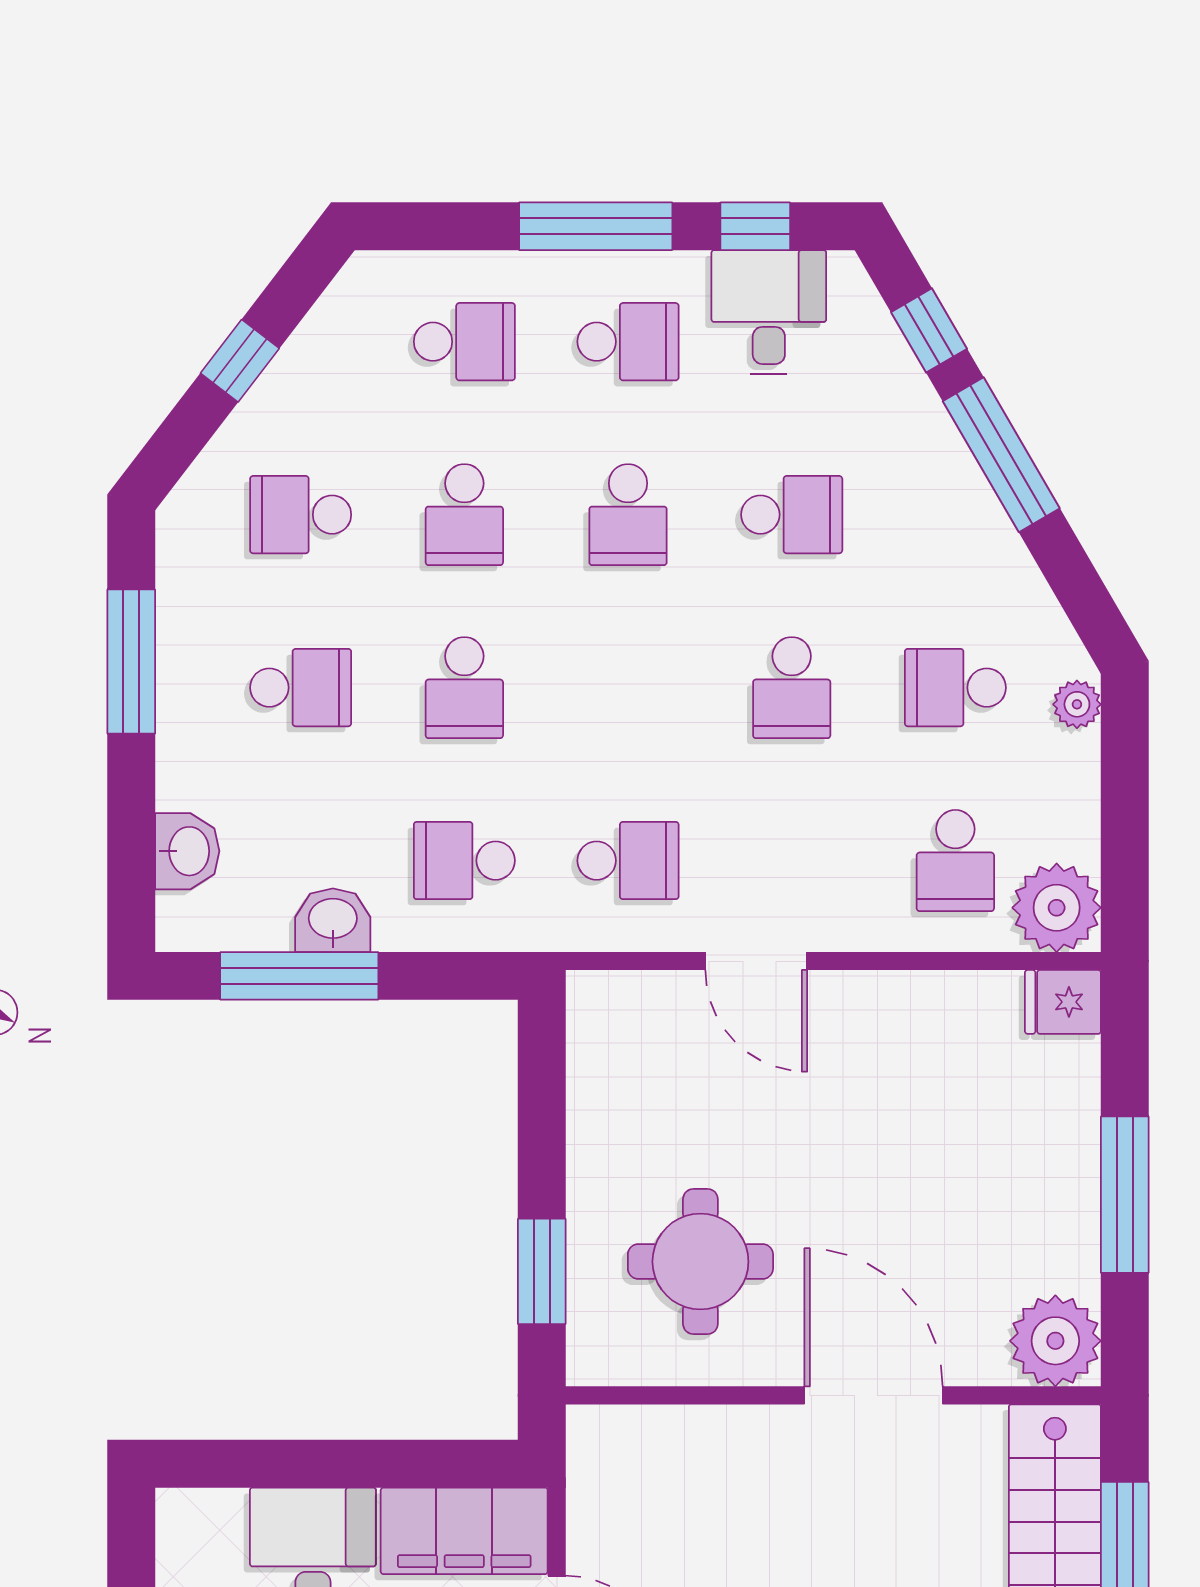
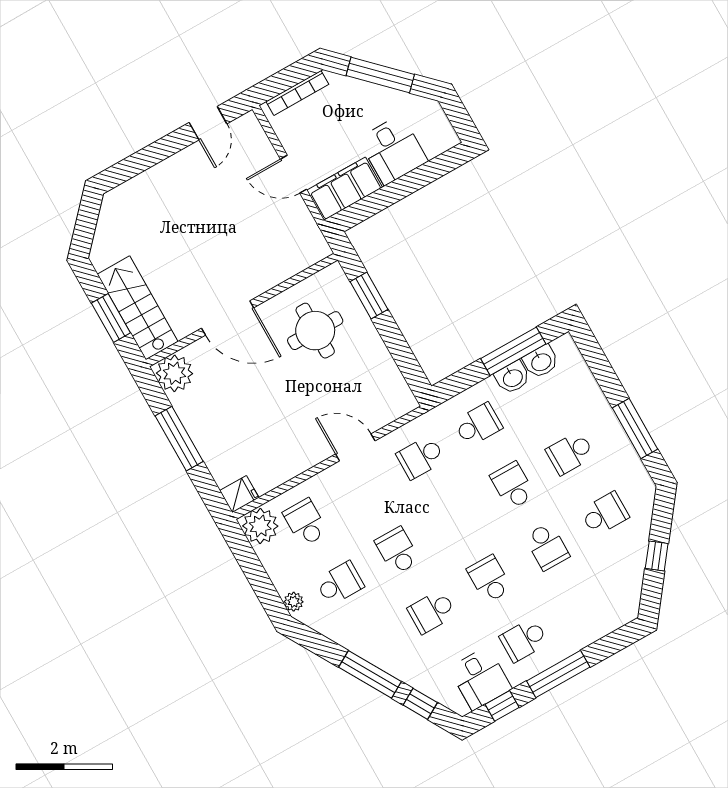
school desk: (464, 342) -> (581, 607), removed
school desk: (464, 515) -> (547, 546), turned 180
washbasin: (187, 851) -> (541, 362), moved, turned -90

